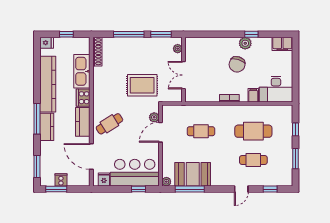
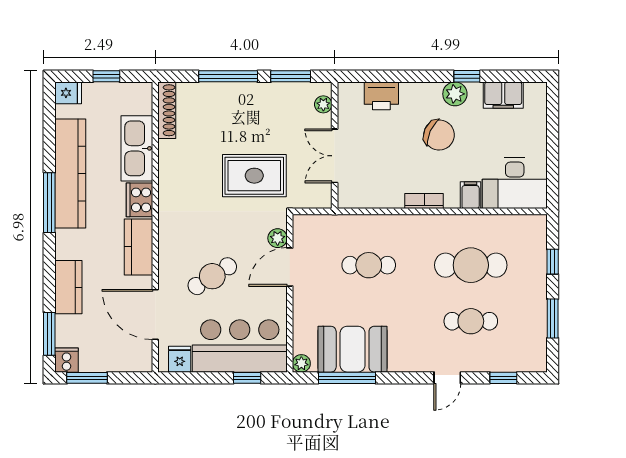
printer: (207, 44) -> (381, 96), added
filing cabinet: (282, 44) -> (503, 95), moved
chair: (237, 64) -> (439, 135), turned -83
window: (37, 119) -> (49, 203), moved
cafe table: (109, 124) -> (212, 276), moved
kitchen counter: (47, 127) -> (68, 287), moved
cooker: (61, 180) -> (66, 360), moved

